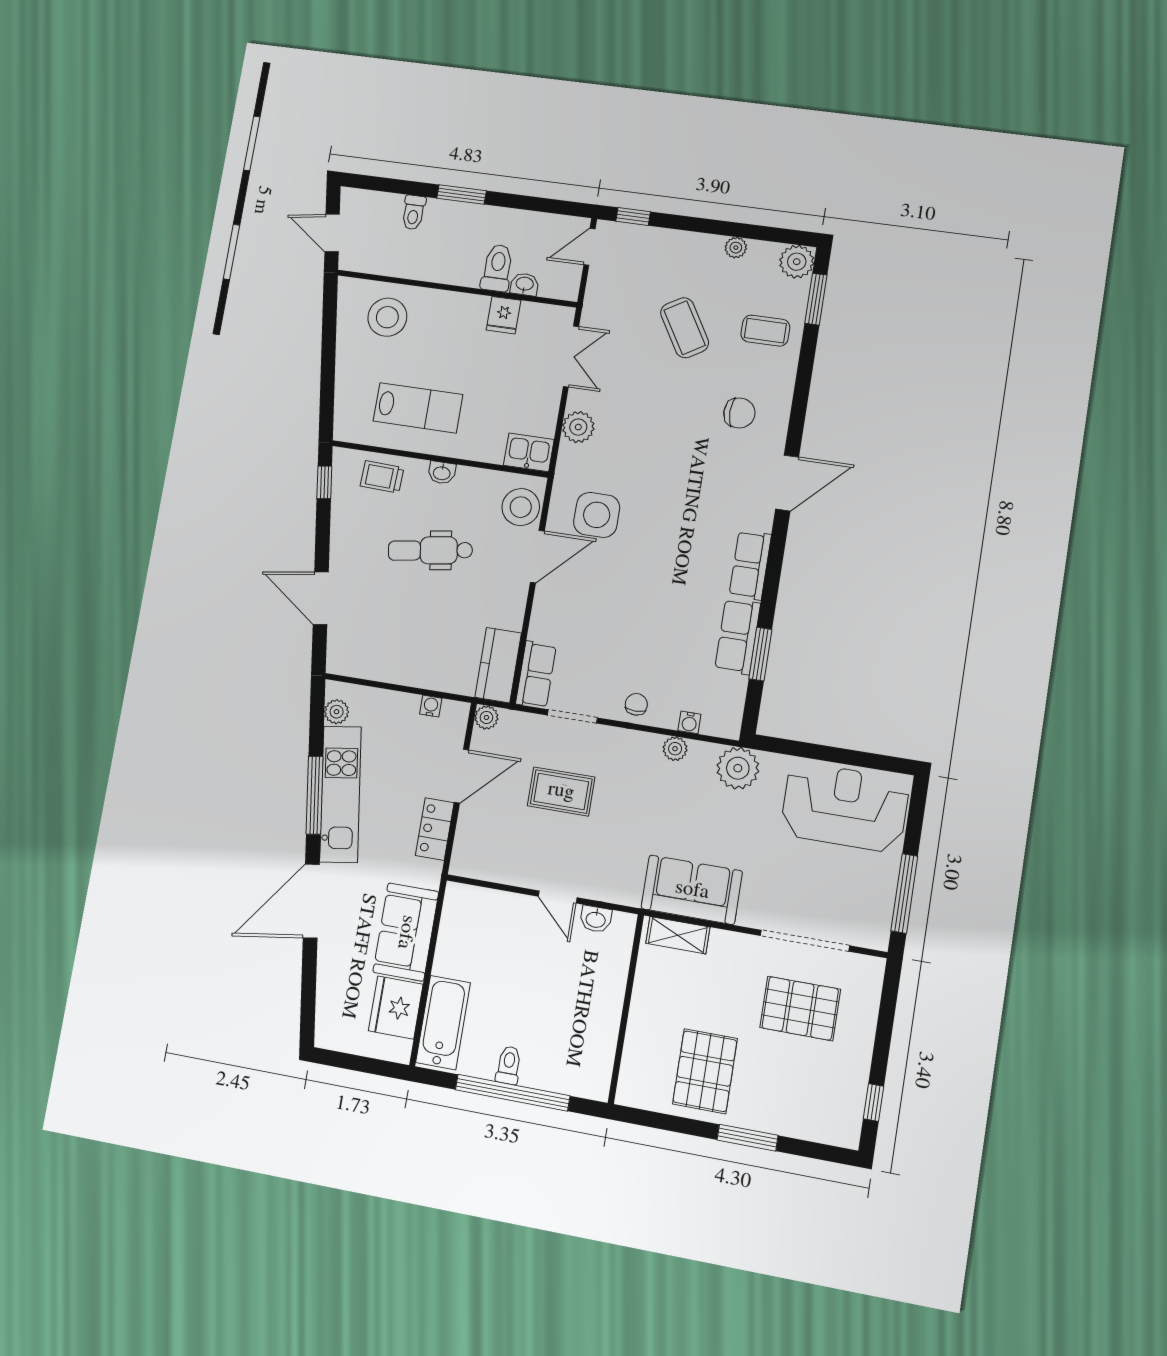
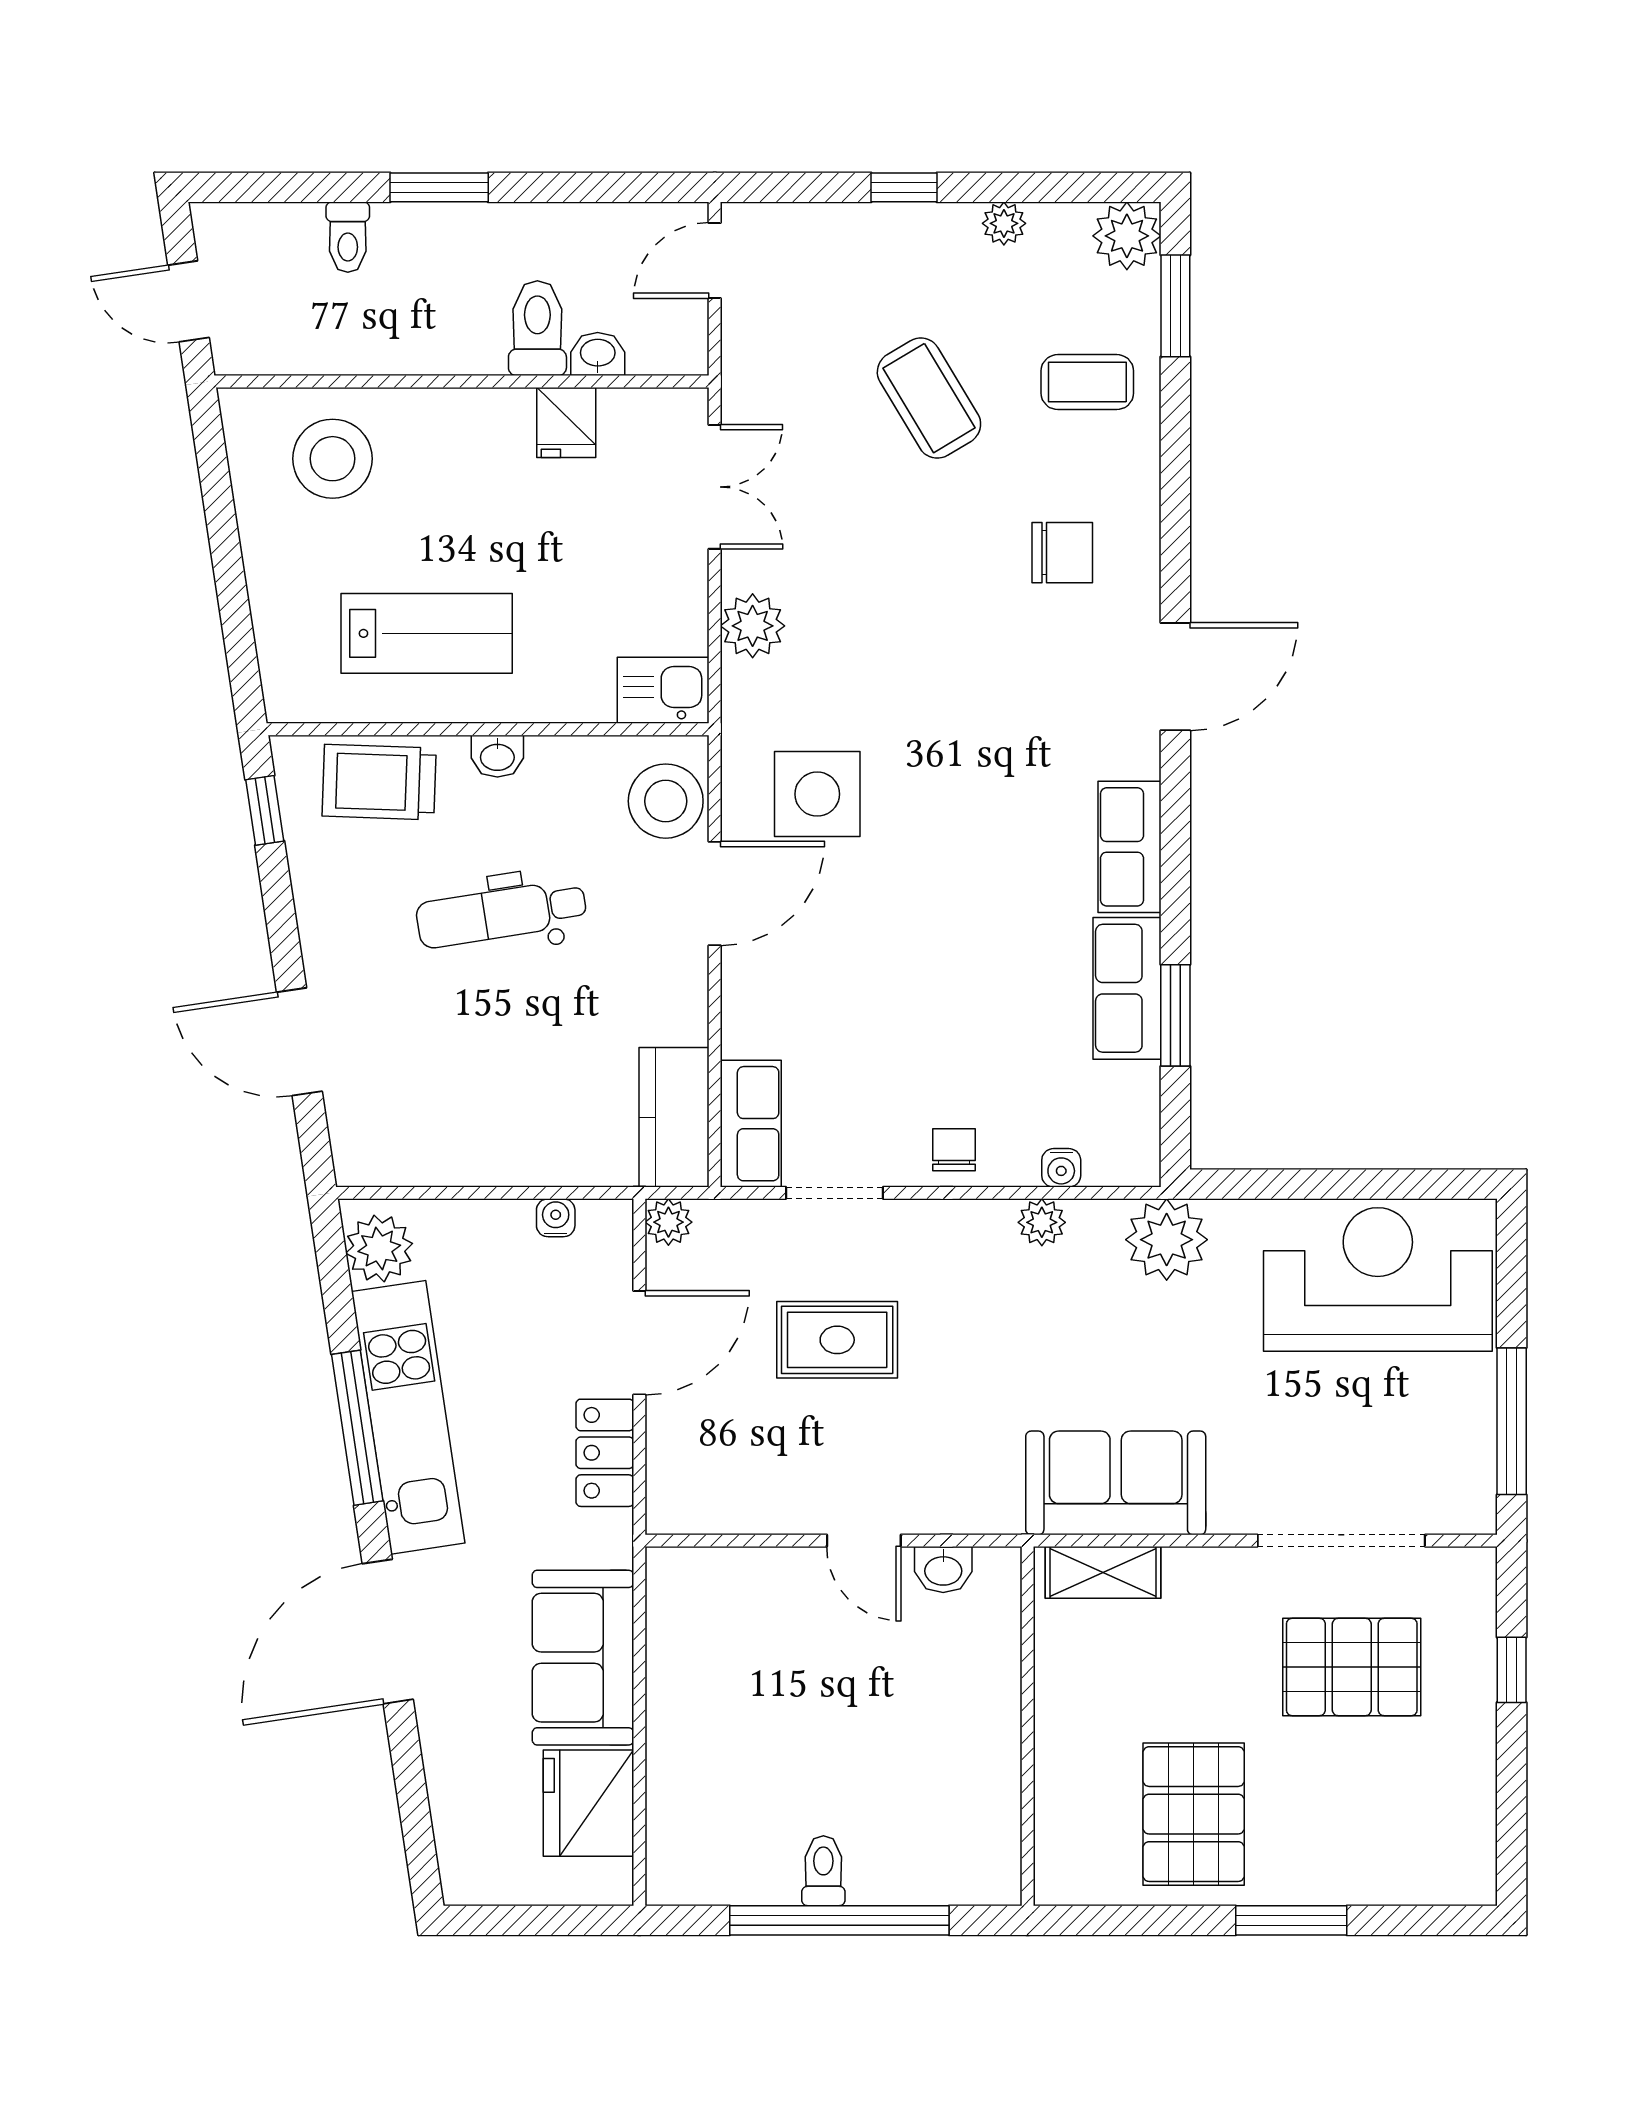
window: (633, 217) -> (904, 187), moved
trolley: (382, 477) -> (379, 782), width x1.36, depth x1.39
plant: (337, 712) -> (379, 1248), width x1.38, depth x1.38
bathtub: (443, 1023) -> (685, 1815), removed
window: (874, 1102) -> (1512, 1670), moved

